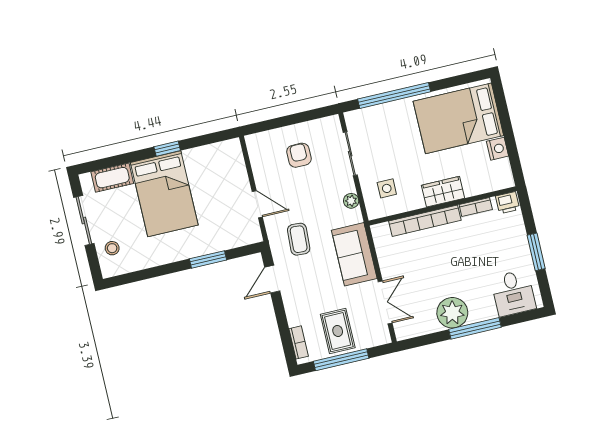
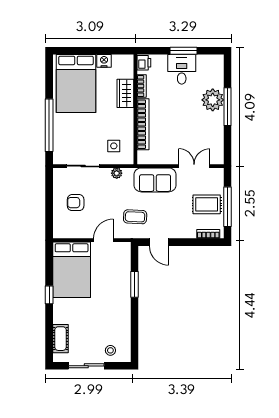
wardrobe: (443, 192) -> (125, 93), moved
bed: (164, 194) -> (72, 270), moved, turned 90
desk: (513, 293) -> (182, 69), moved, turned -90
plant: (452, 313) -> (213, 100), moved

